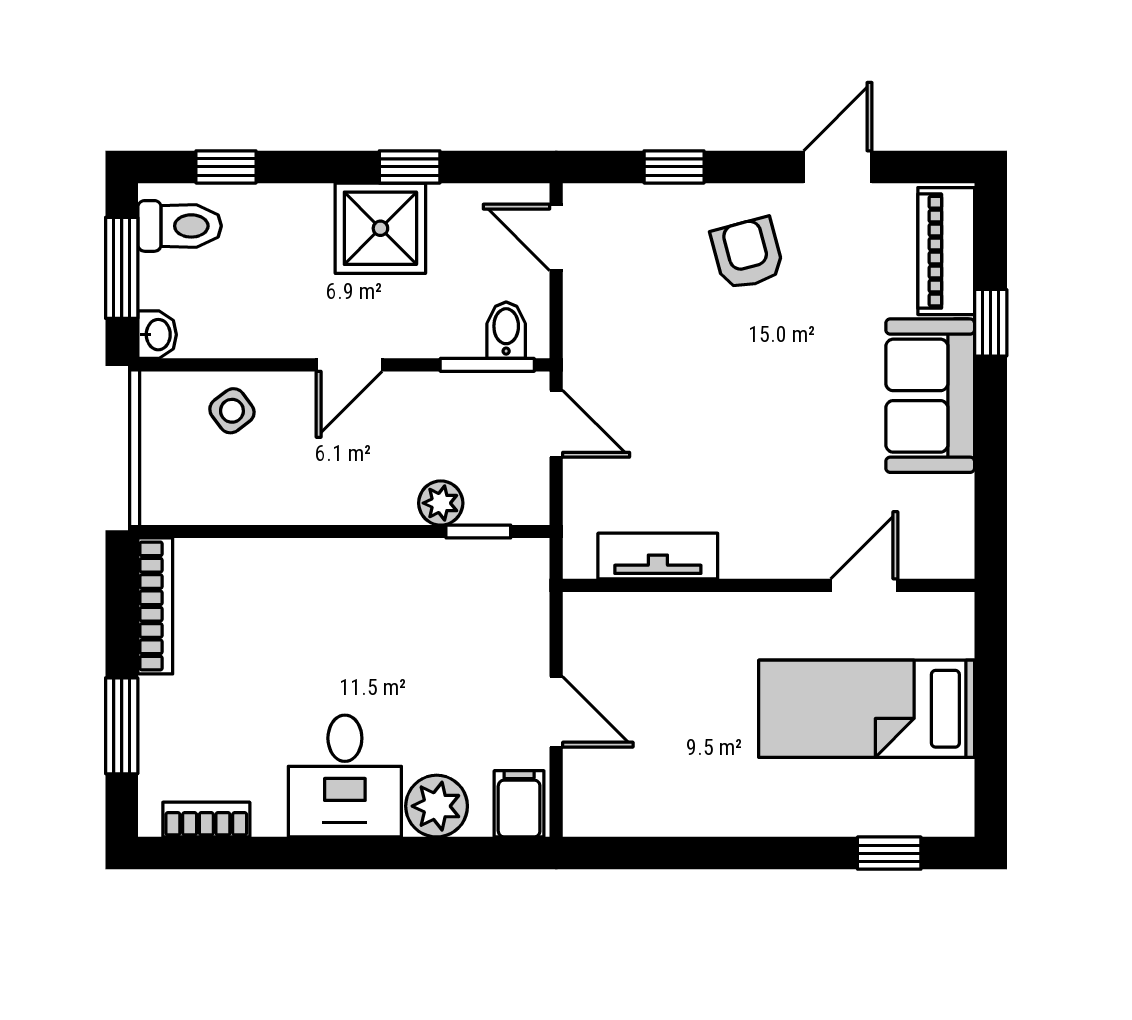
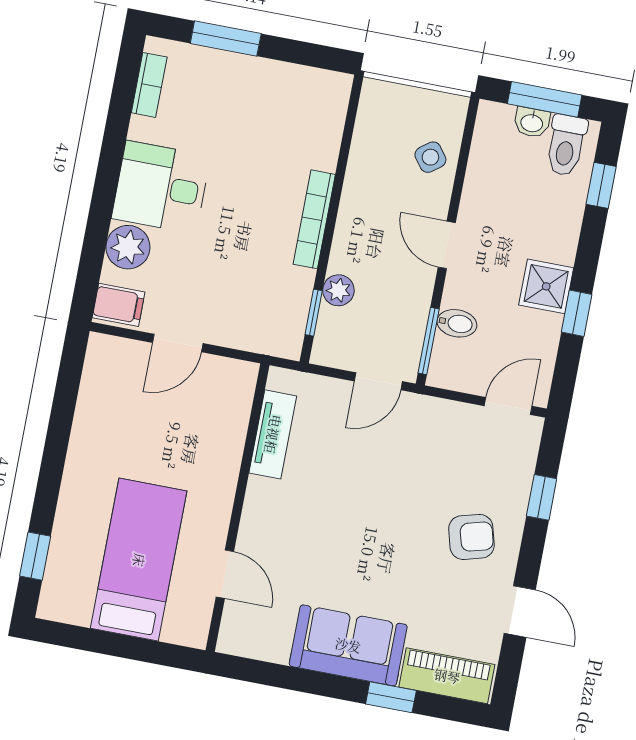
shower: (380, 228) -> (546, 286), width x0.73, depth x0.73
bidet: (506, 330) -> (457, 323), moved
washbasin: (157, 335) -> (532, 122), moved
bookcase: (155, 606) -> (314, 219), moved, turned 90

